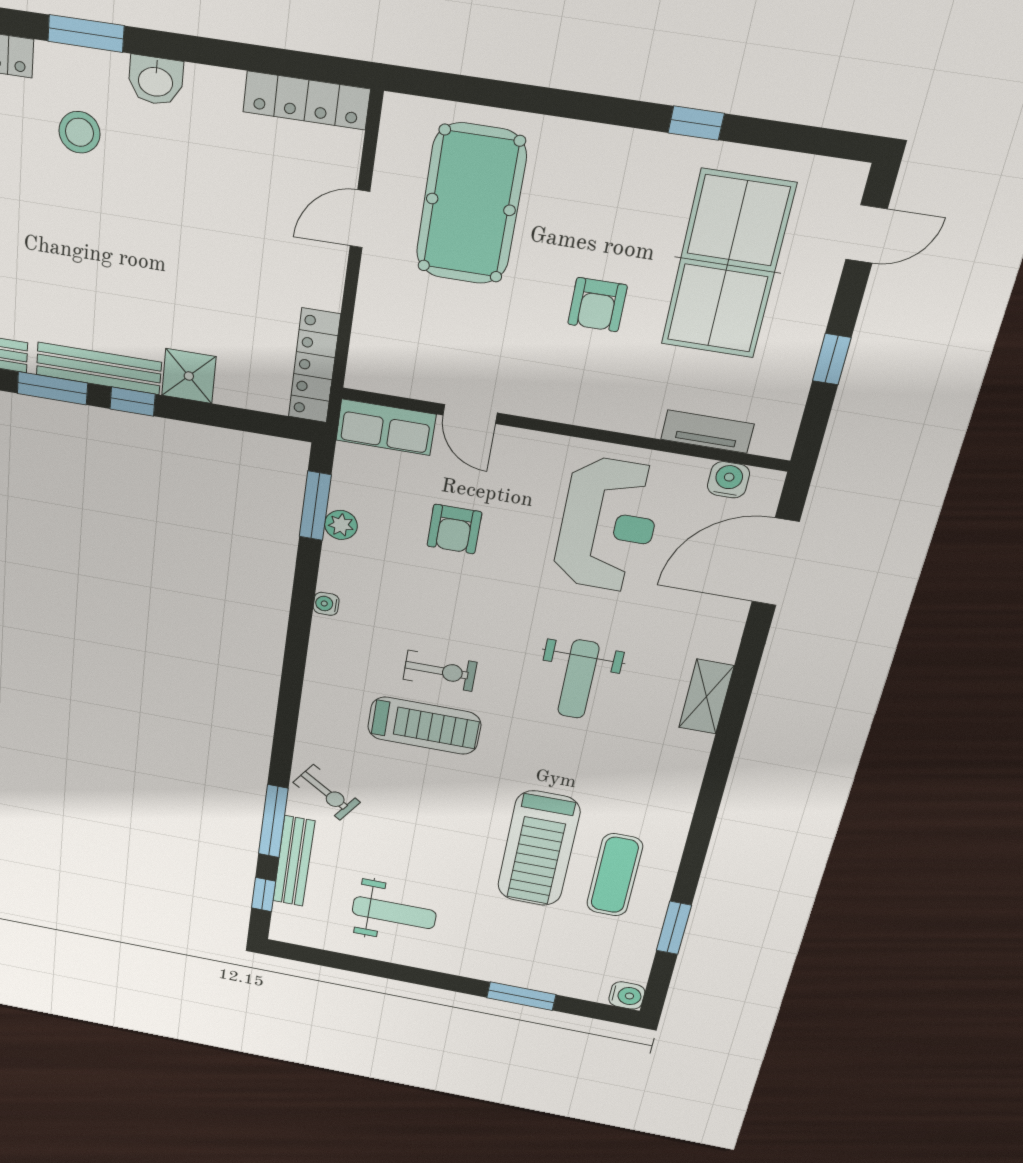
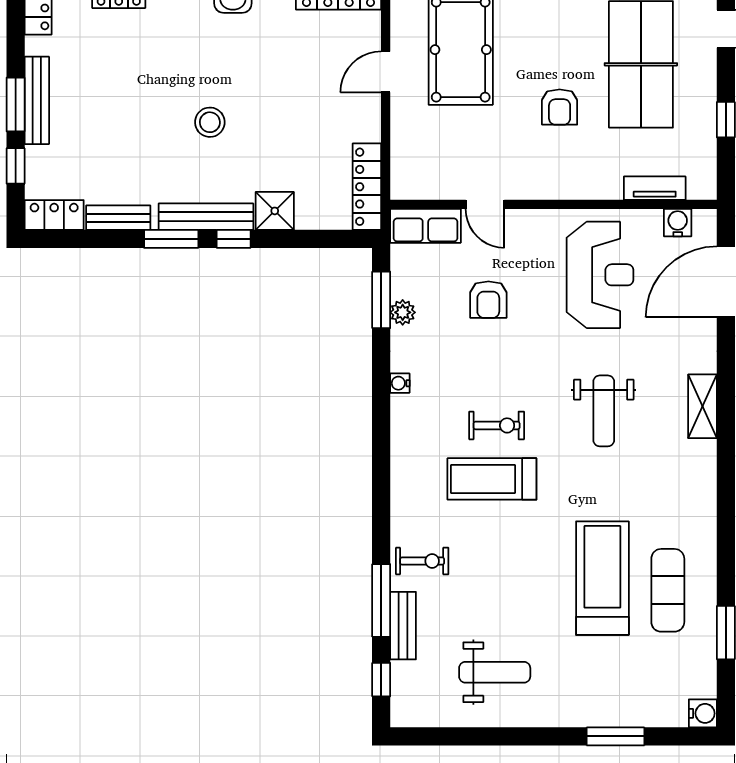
stool: (79, 132) -> (210, 122), moved
treadmill: (424, 726) -> (492, 479), turned 180
exercise bike: (327, 792) -> (422, 561), turned -34
treadmill: (539, 849) -> (602, 578), turned 180
bench: (294, 861) -> (403, 626), width x0.73

